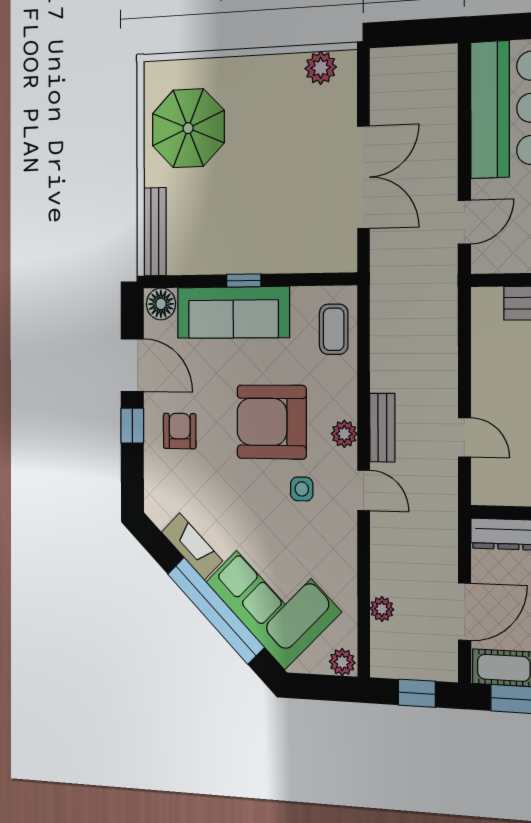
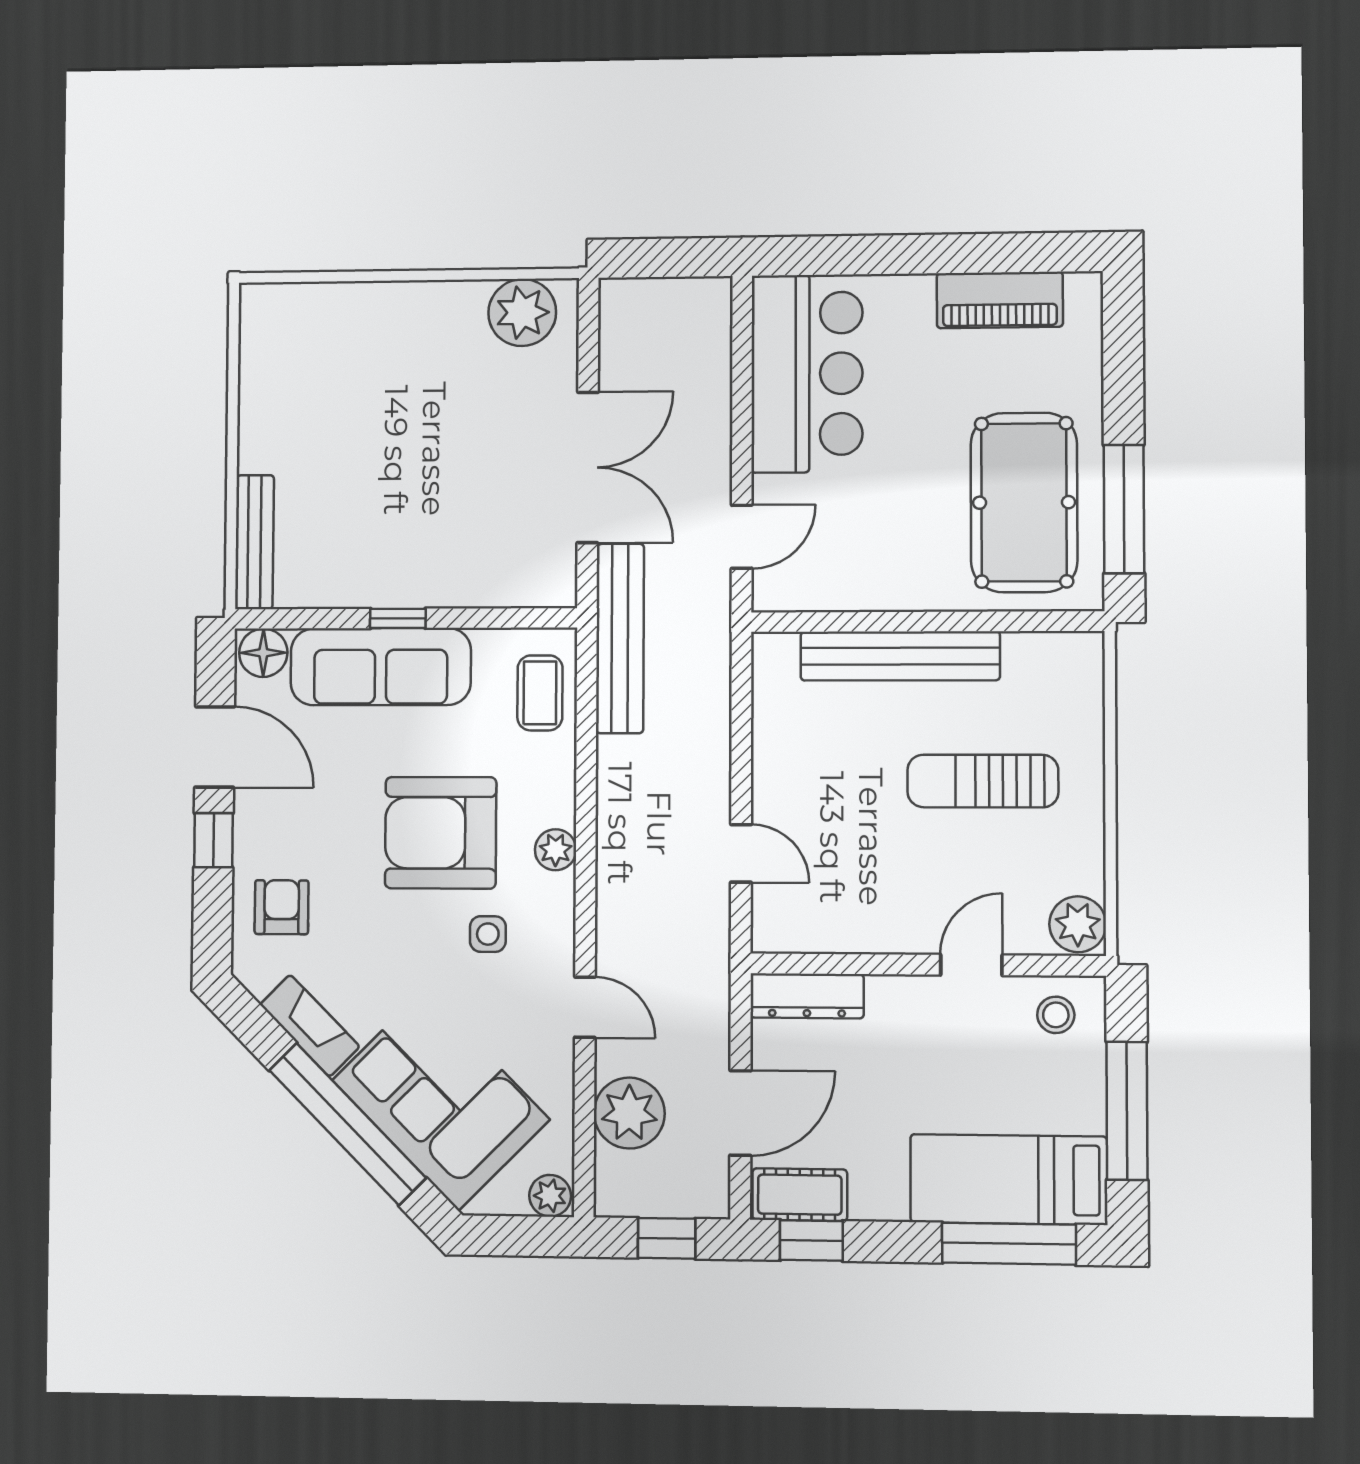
plant: (321, 68) -> (522, 312), width x1.36, depth x1.36
parasol: (188, 128) -> (311, 386), removed
bench: (382, 428) -> (620, 638), moved, width x1.86, depth x1.21
armchair: (180, 431) -> (282, 907), moved
door: (364, 490) -> (585, 1007), moved
plant: (382, 609) -> (629, 1113), width x1.87, depth x1.87

